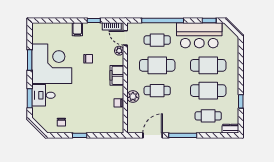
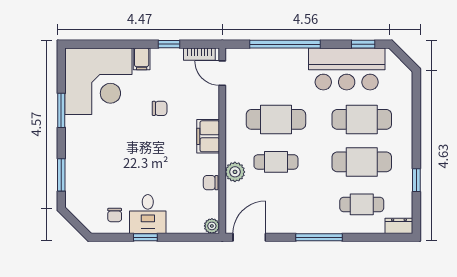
cafe table: (157, 40) -> (276, 77), removed
plant: (119, 51) -> (212, 226), moved
corner desk: (52, 64) -> (98, 81), moved, turned 90
desk: (43, 95) -> (148, 214), moved, turned -90
door: (153, 135) -> (249, 237), moved

